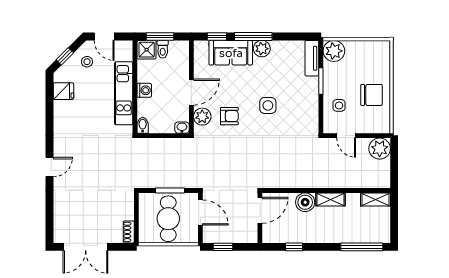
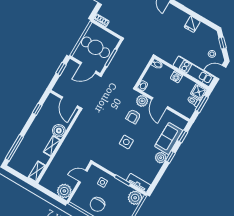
window: (253, 36) -> (170, 157), width x0.46
fridge: (63, 91) -> (192, 24), moved
kitchen unit: (124, 93) -> (194, 71), moved

